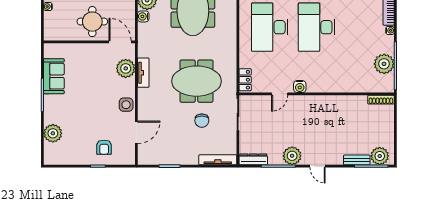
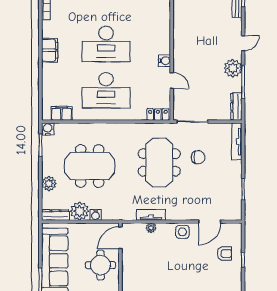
plant: (126, 68) -> (151, 228), width x0.53, depth x0.53
door: (136, 132) -> (210, 222), swing flipped

